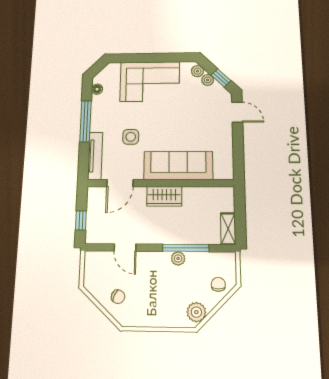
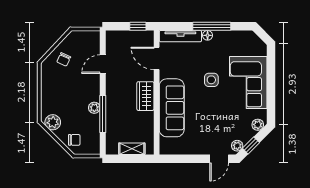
plant: (208, 80) -> (237, 146), moved
floor lamp: (97, 89) -> (208, 35), moved
side table: (131, 137) -> (211, 80), moved
window: (81, 220) -> (138, 26), moved
shelving: (228, 229) -> (132, 149), moved

